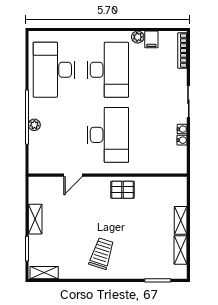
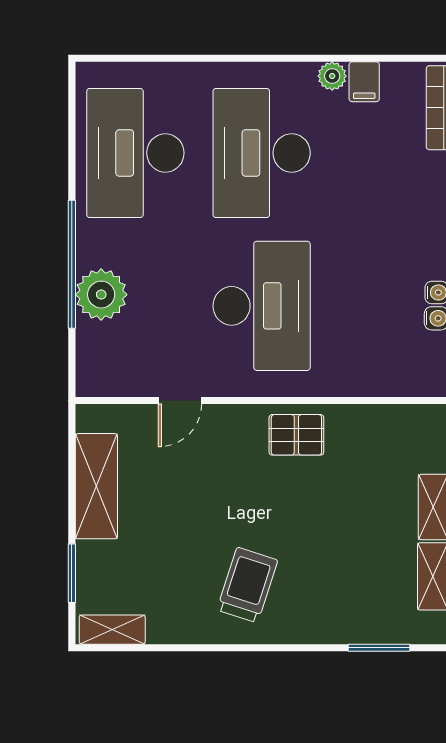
desk: (108, 70) -> (262, 153), turned 180
plant: (34, 125) -> (101, 295), width x1.88, depth x1.88
shelving: (35, 219) -> (96, 486), width x1.50, depth x1.33

